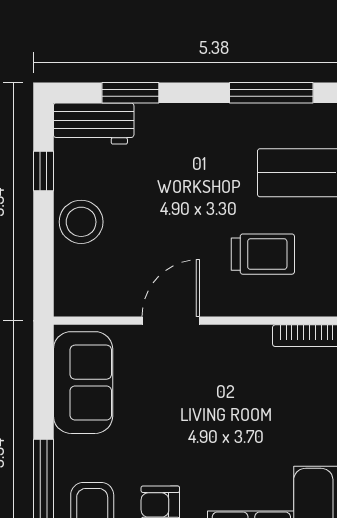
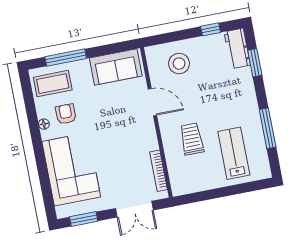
stool: (81, 222) -> (179, 64), moved
trolley: (263, 254) -> (192, 139), turned 180

